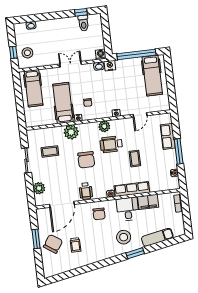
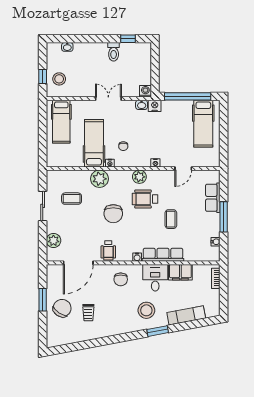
toilet: (83, 23) -> (114, 52), moved

